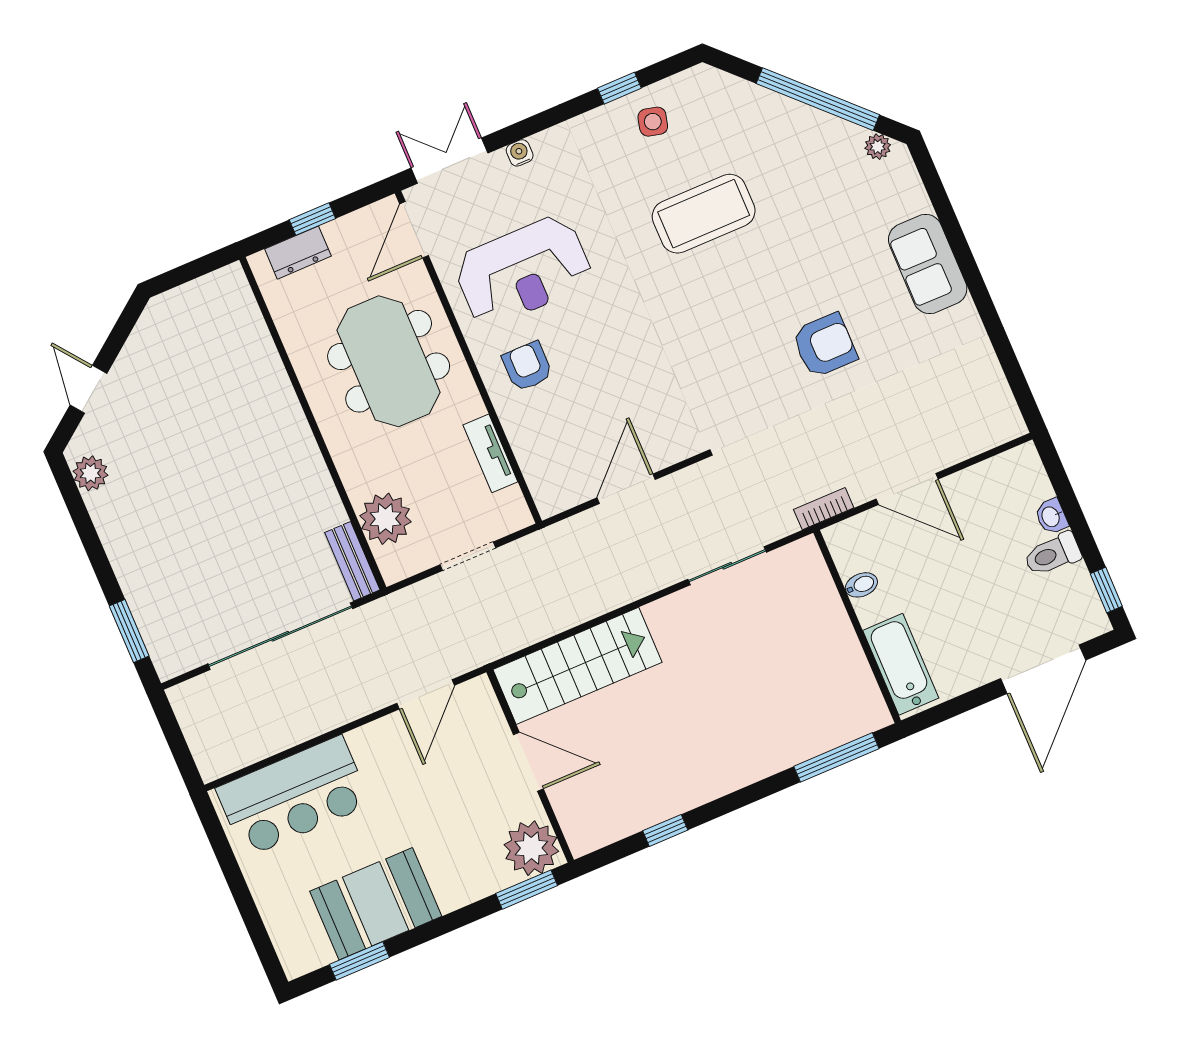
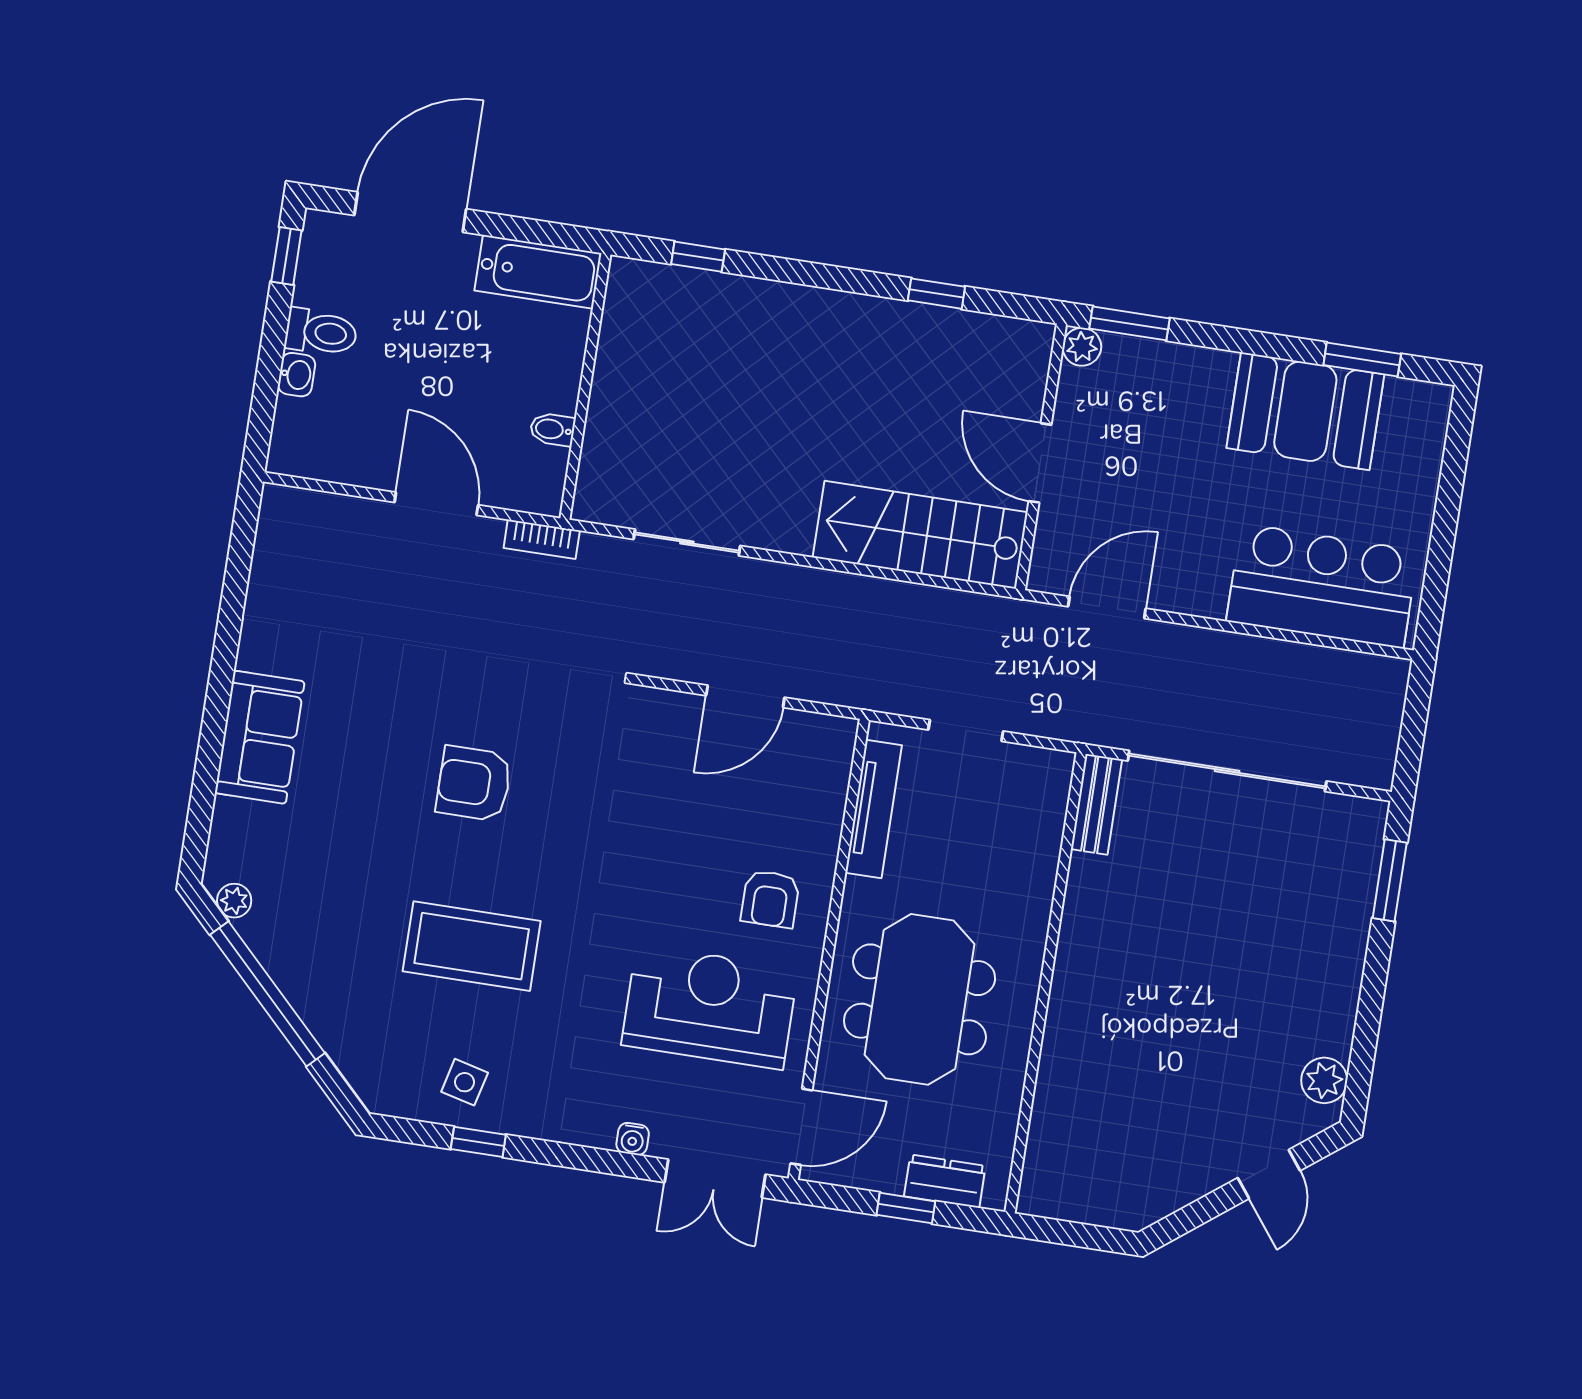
armchair: (825, 345) -> (474, 783), moved
tv unit: (490, 453) -> (874, 809), width x1.41
plant: (385, 519) -> (1031, 828), removed
bathtub: (901, 664) -> (538, 272), moved, turned -90
window: (836, 757) -> (698, 257), width x0.46
plant: (531, 848) -> (1082, 347), width x0.53, depth x0.53

